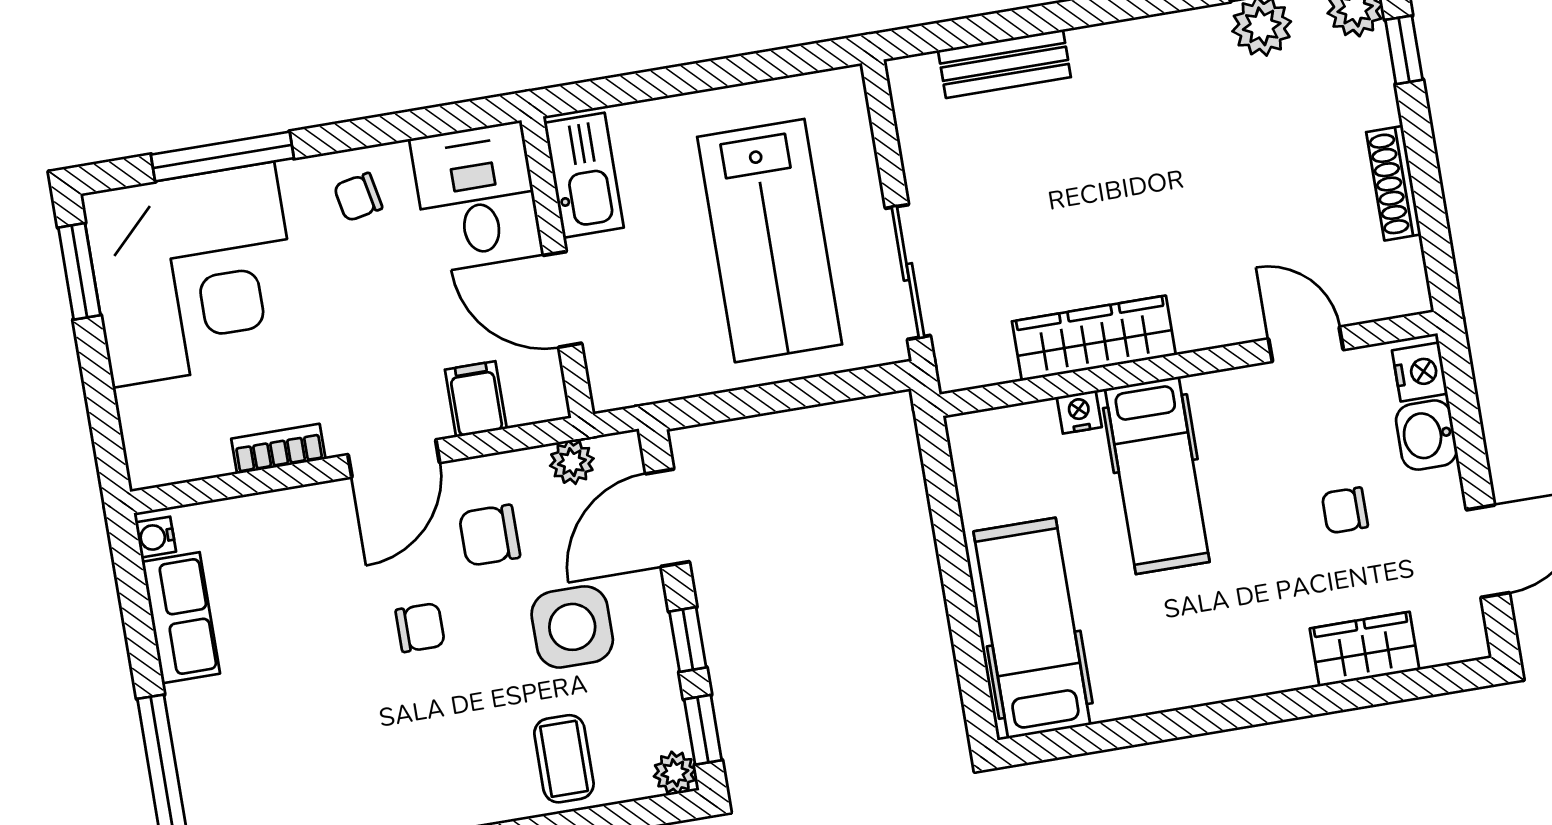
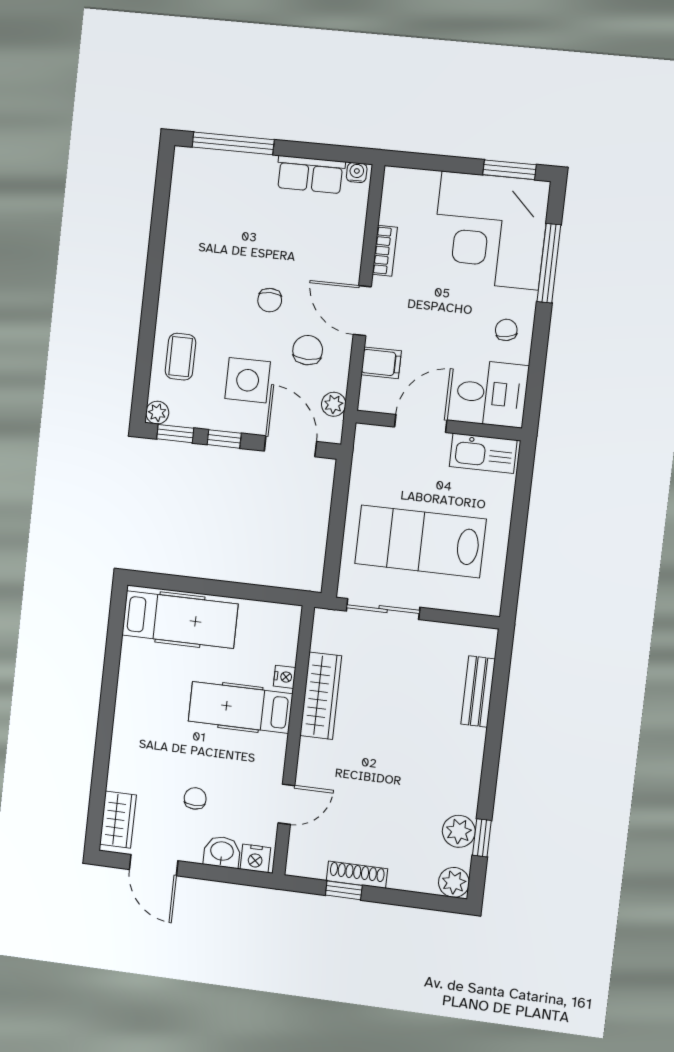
window: (1404, 50) -> (344, 890), moved
wardrobe: (1365, 649) -> (118, 820), moved
coffee table: (564, 759) -> (181, 357), turned 90

